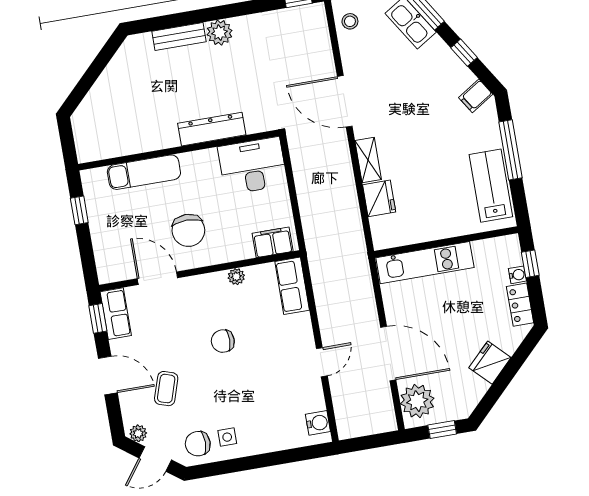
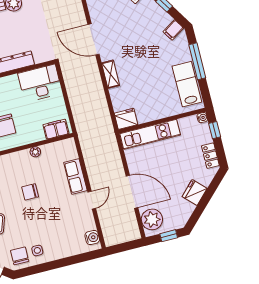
fridge: (379, 198) -> (126, 119), moved, turned -90
water cooler: (517, 275) -> (202, 118), moved
row of seats: (292, 286) -> (75, 176), moved
chair: (198, 444) -> (20, 256), turned 90

